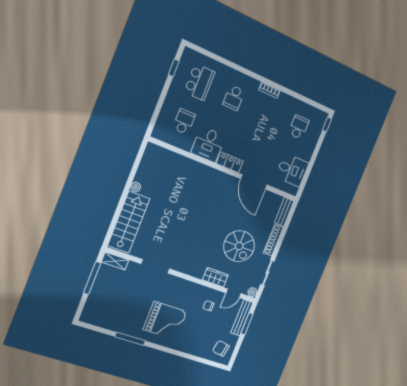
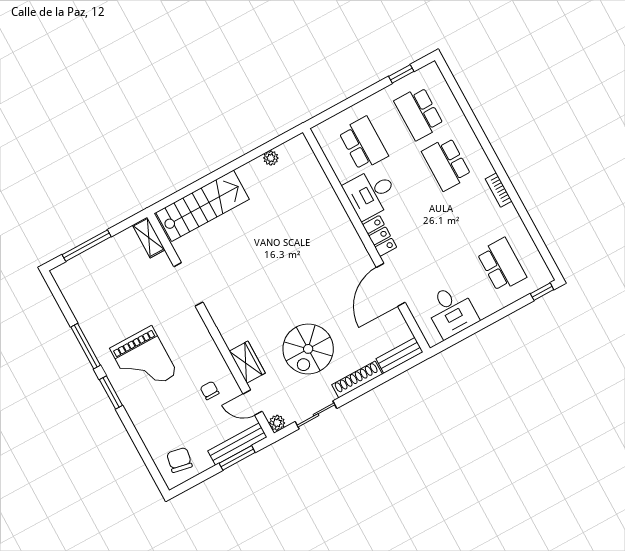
school desk: (199, 82) -> (419, 113), turned 90
school desk: (234, 98) -> (446, 164), width x1.85
school desk: (184, 122) -> (363, 144), width x1.85
school desk: (299, 127) -> (502, 265), width x1.85
plant: (136, 187) -> (271, 158), moved
window: (92, 278) -> (87, 246), moved
window: (162, 348) -> (111, 392), added

